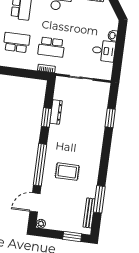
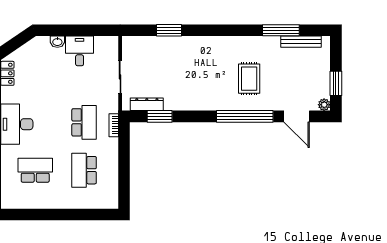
dresser: (56, 112) -> (147, 104), moved
window: (46, 117) -> (160, 116), moved
window: (72, 237) -> (336, 83), moved

